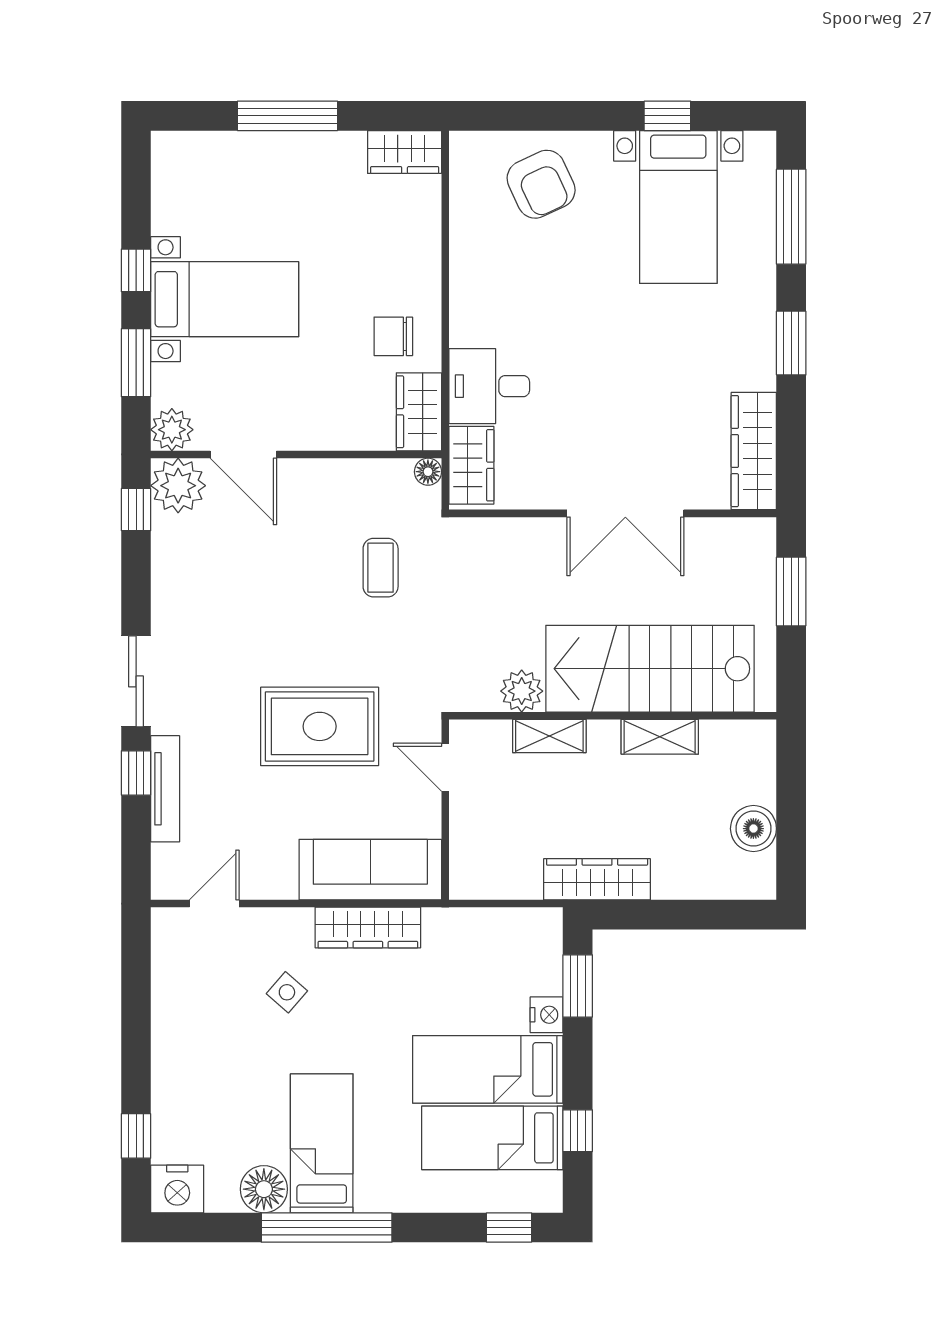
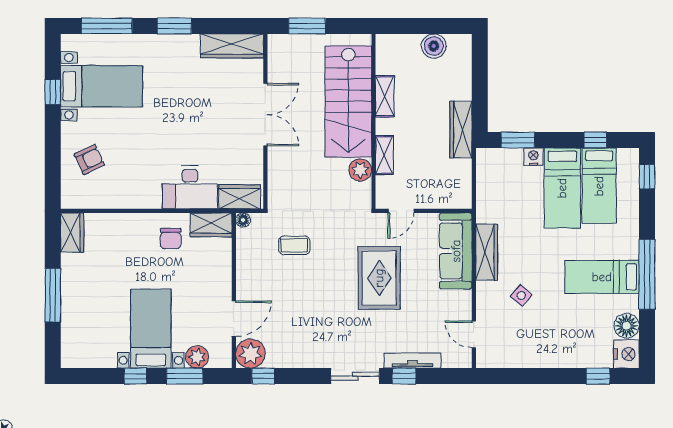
armchair: (541, 184) -> (89, 160), width x0.72, depth x0.72
desk: (489, 386) -> (190, 187), width x1.37
plant: (172, 430) -> (197, 357), moved
floor lamp: (264, 1189) -> (627, 326), moved

